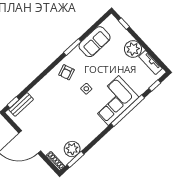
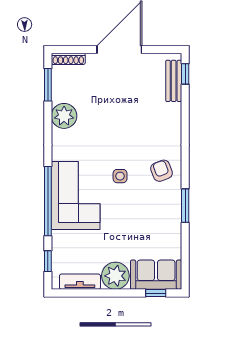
sofa: (95, 42) -> (156, 275), moved, turned 90
plant: (72, 149) -> (64, 116), moved

